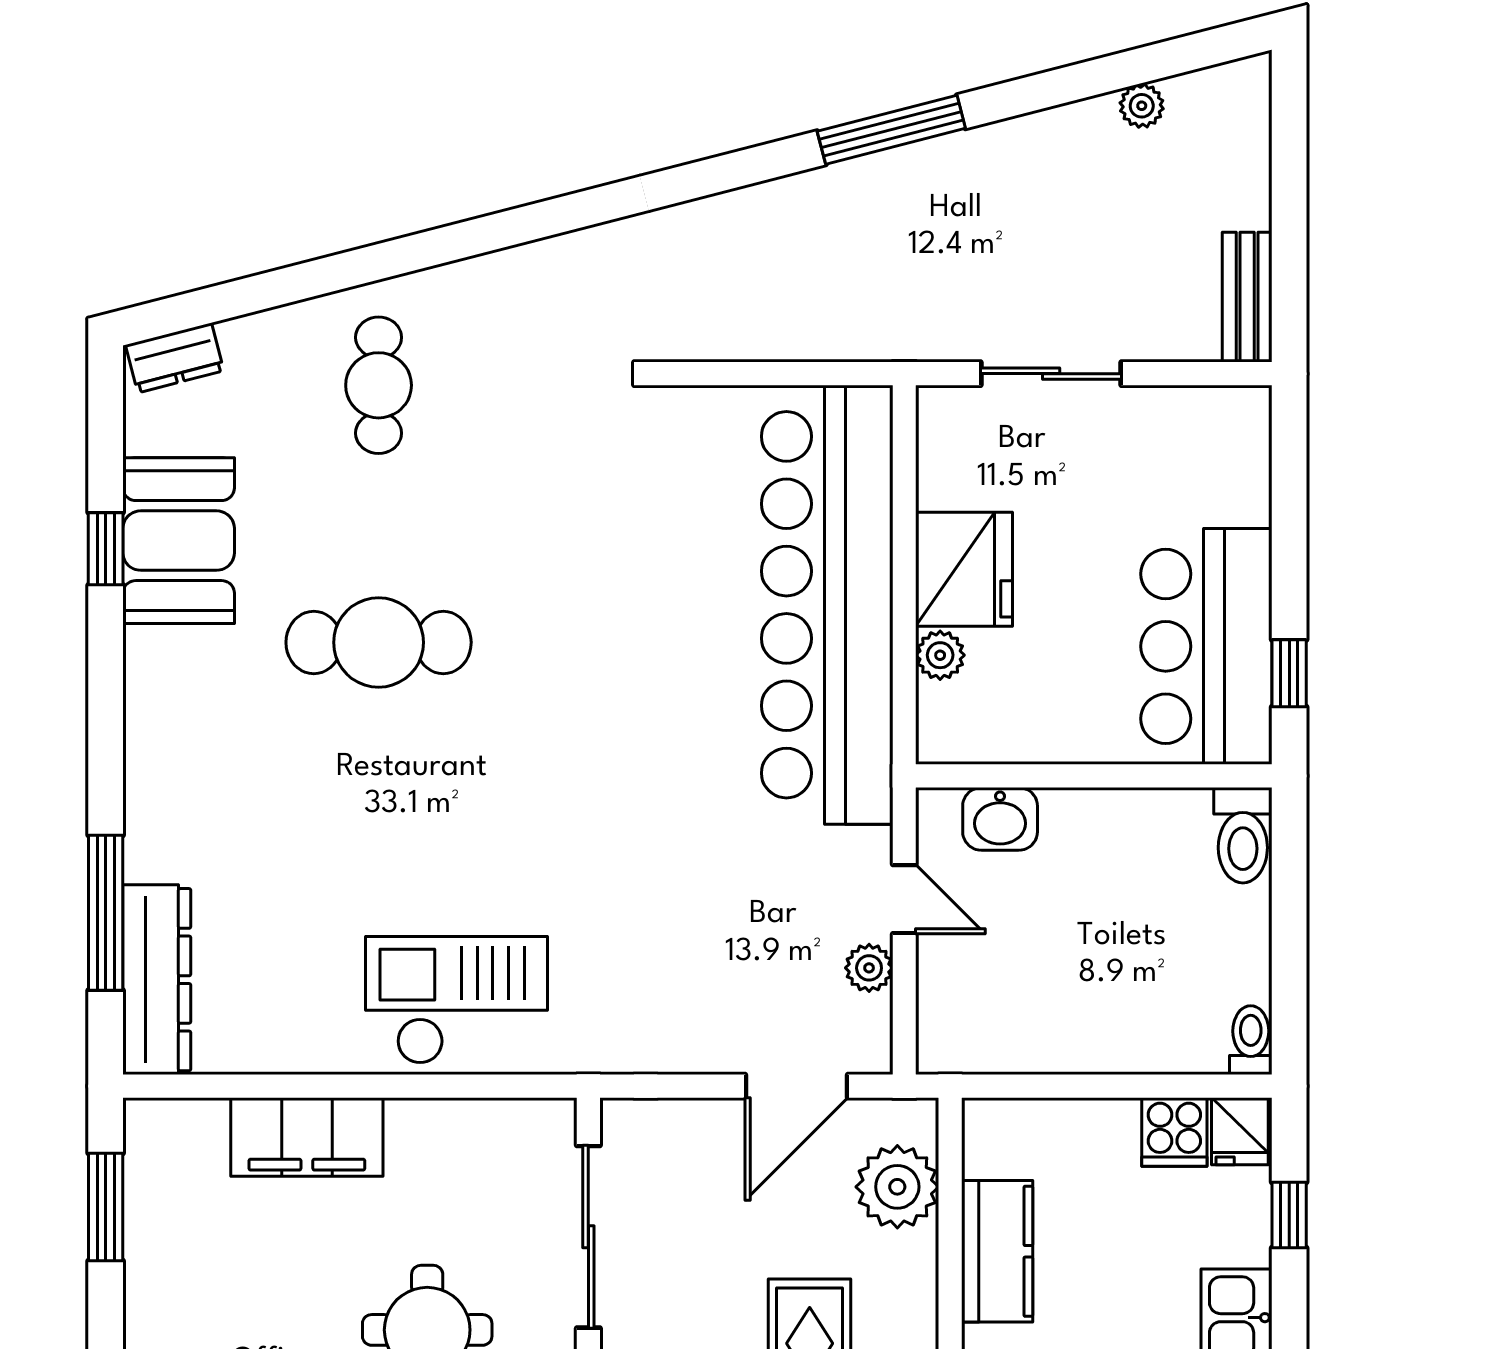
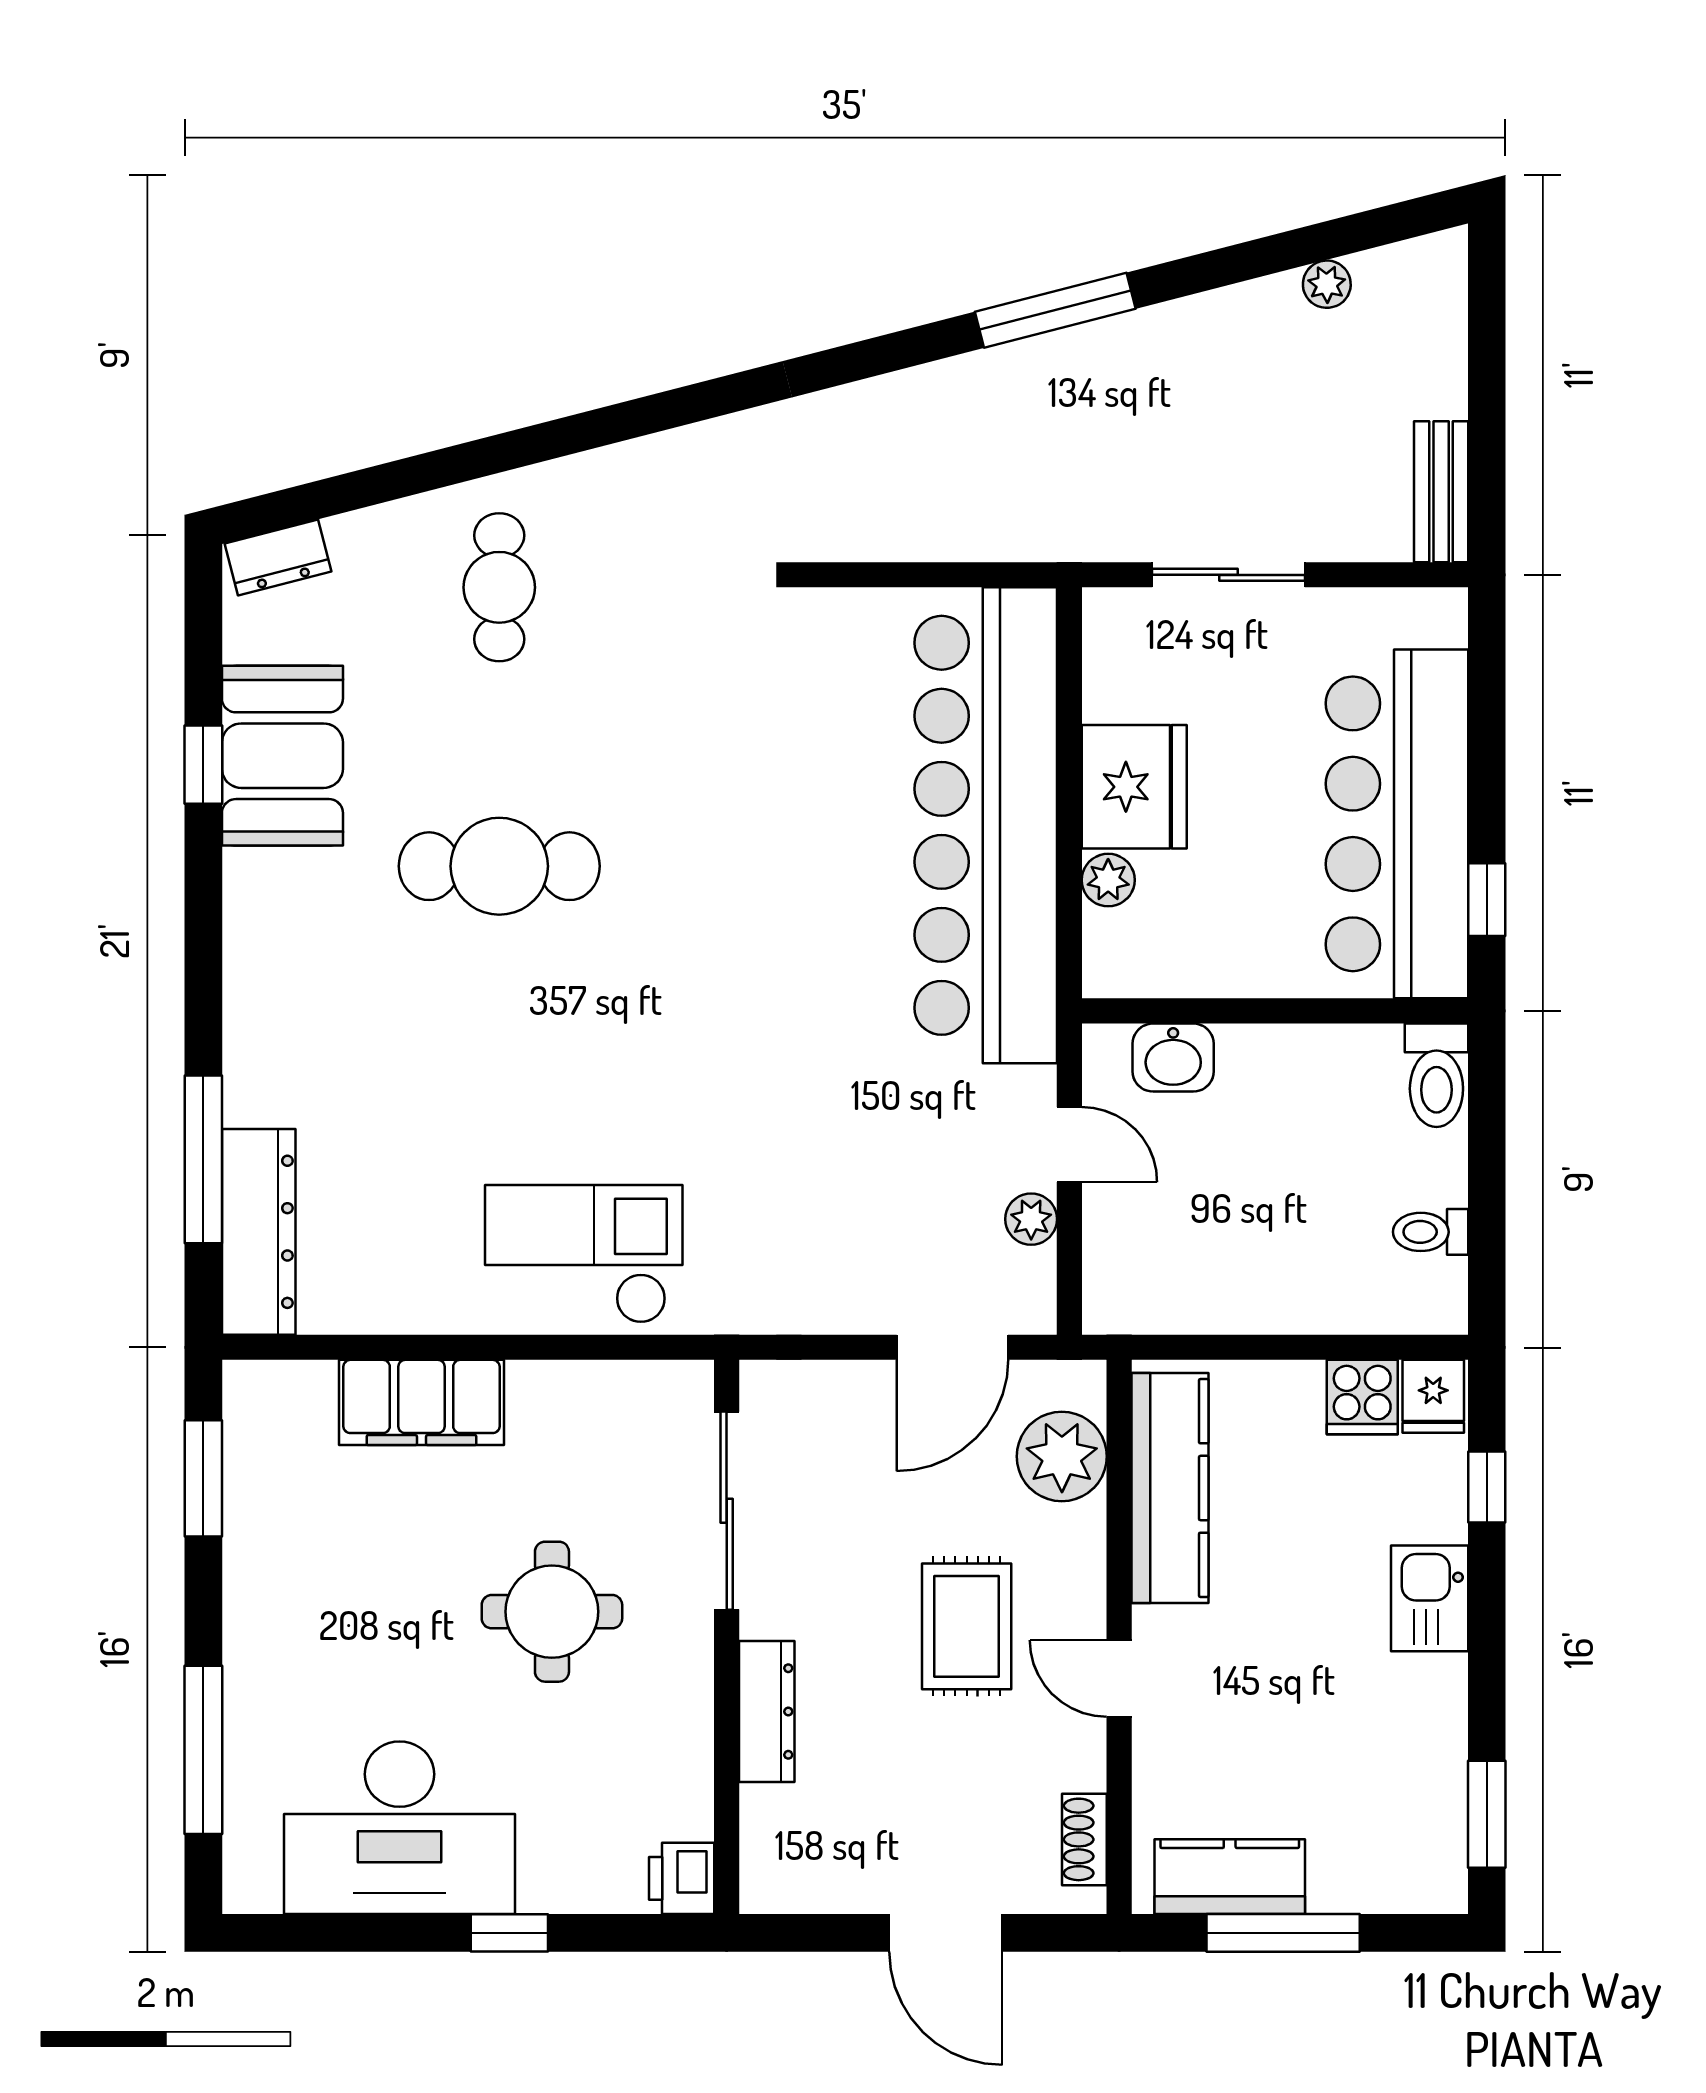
bar counter: (1206, 646) -> (1397, 824), width x1.36
toilet: (1251, 1040) -> (1431, 1232), moved, turned -90
kitchen counter: (997, 1251) -> (1170, 1488), width x1.50

